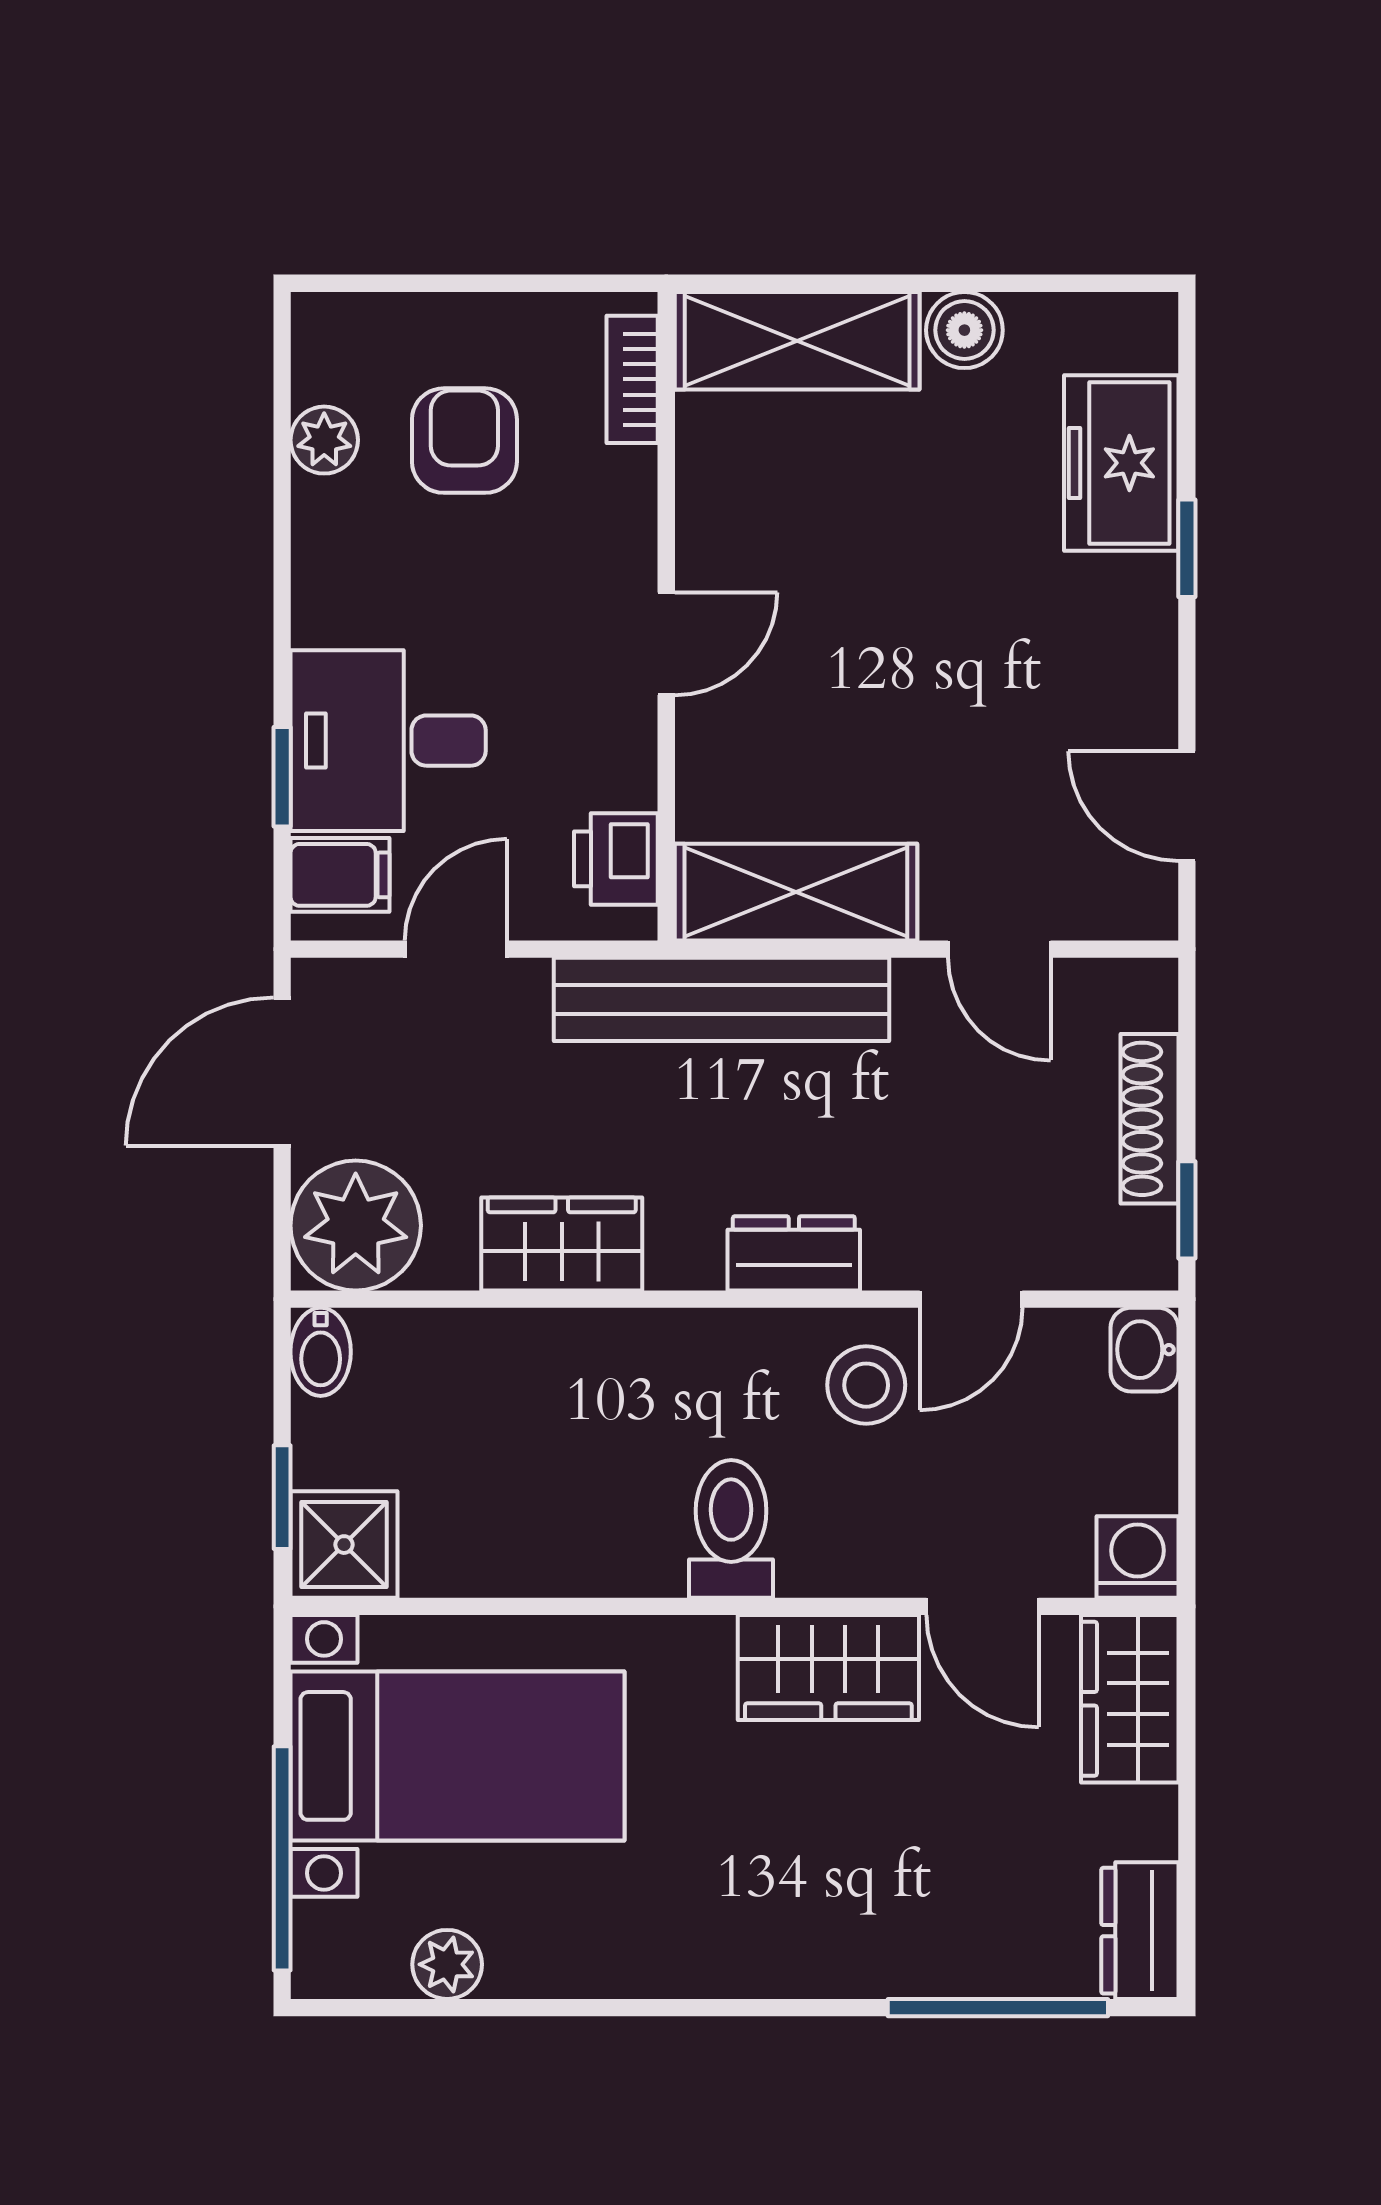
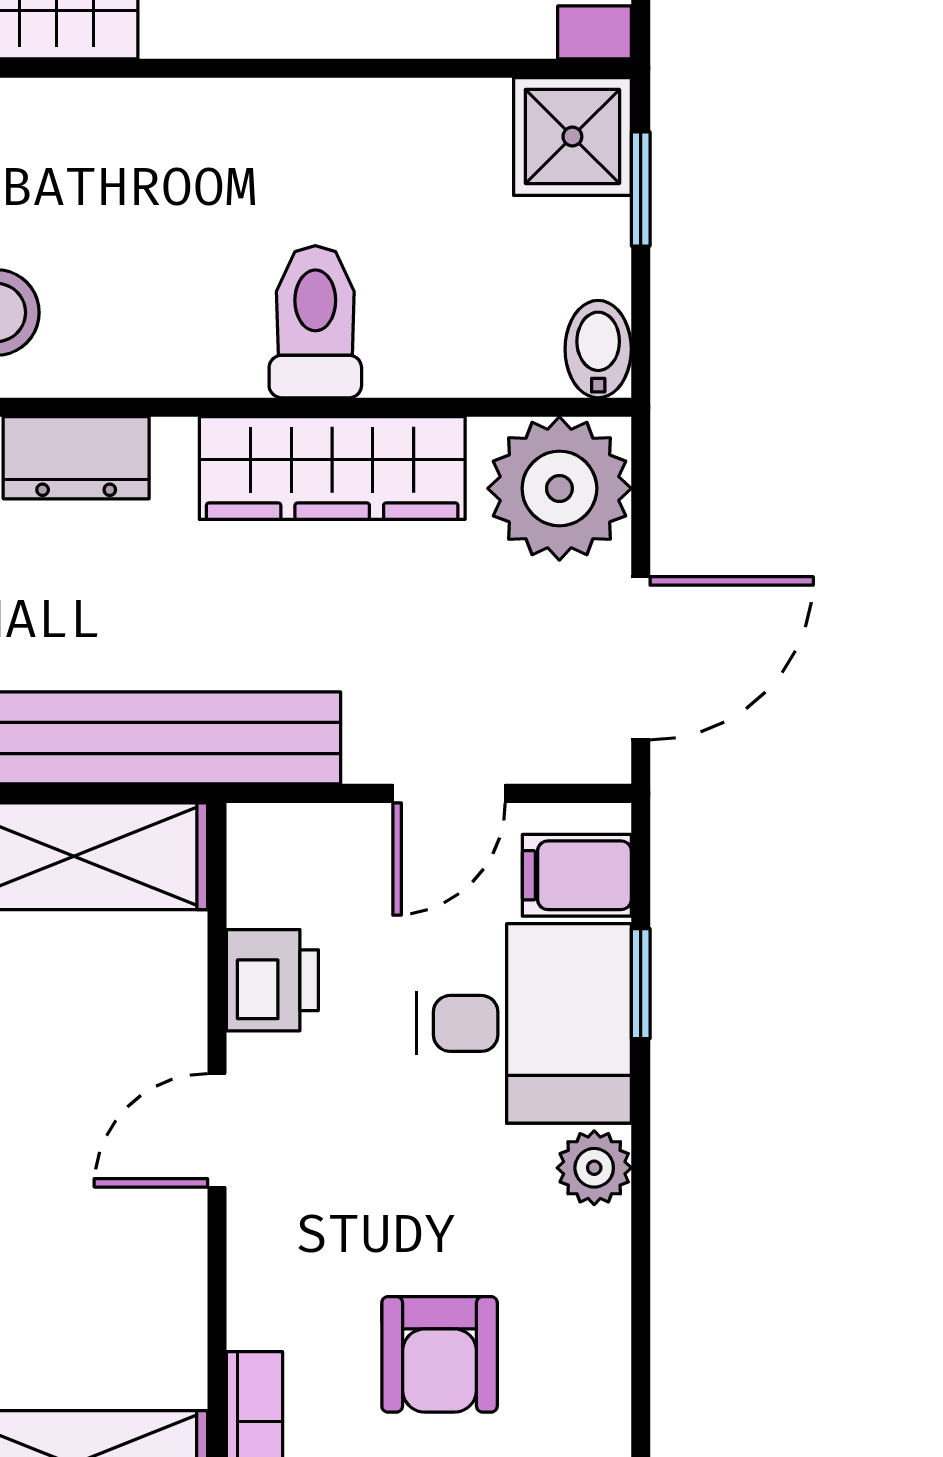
plant: (324, 440) -> (594, 1168), moved
printer: (616, 859) -> (272, 980), moved
wardrobe: (562, 1244) -> (332, 468), width x1.50
toilet: (731, 1529) -> (315, 322), moved, turned 180

